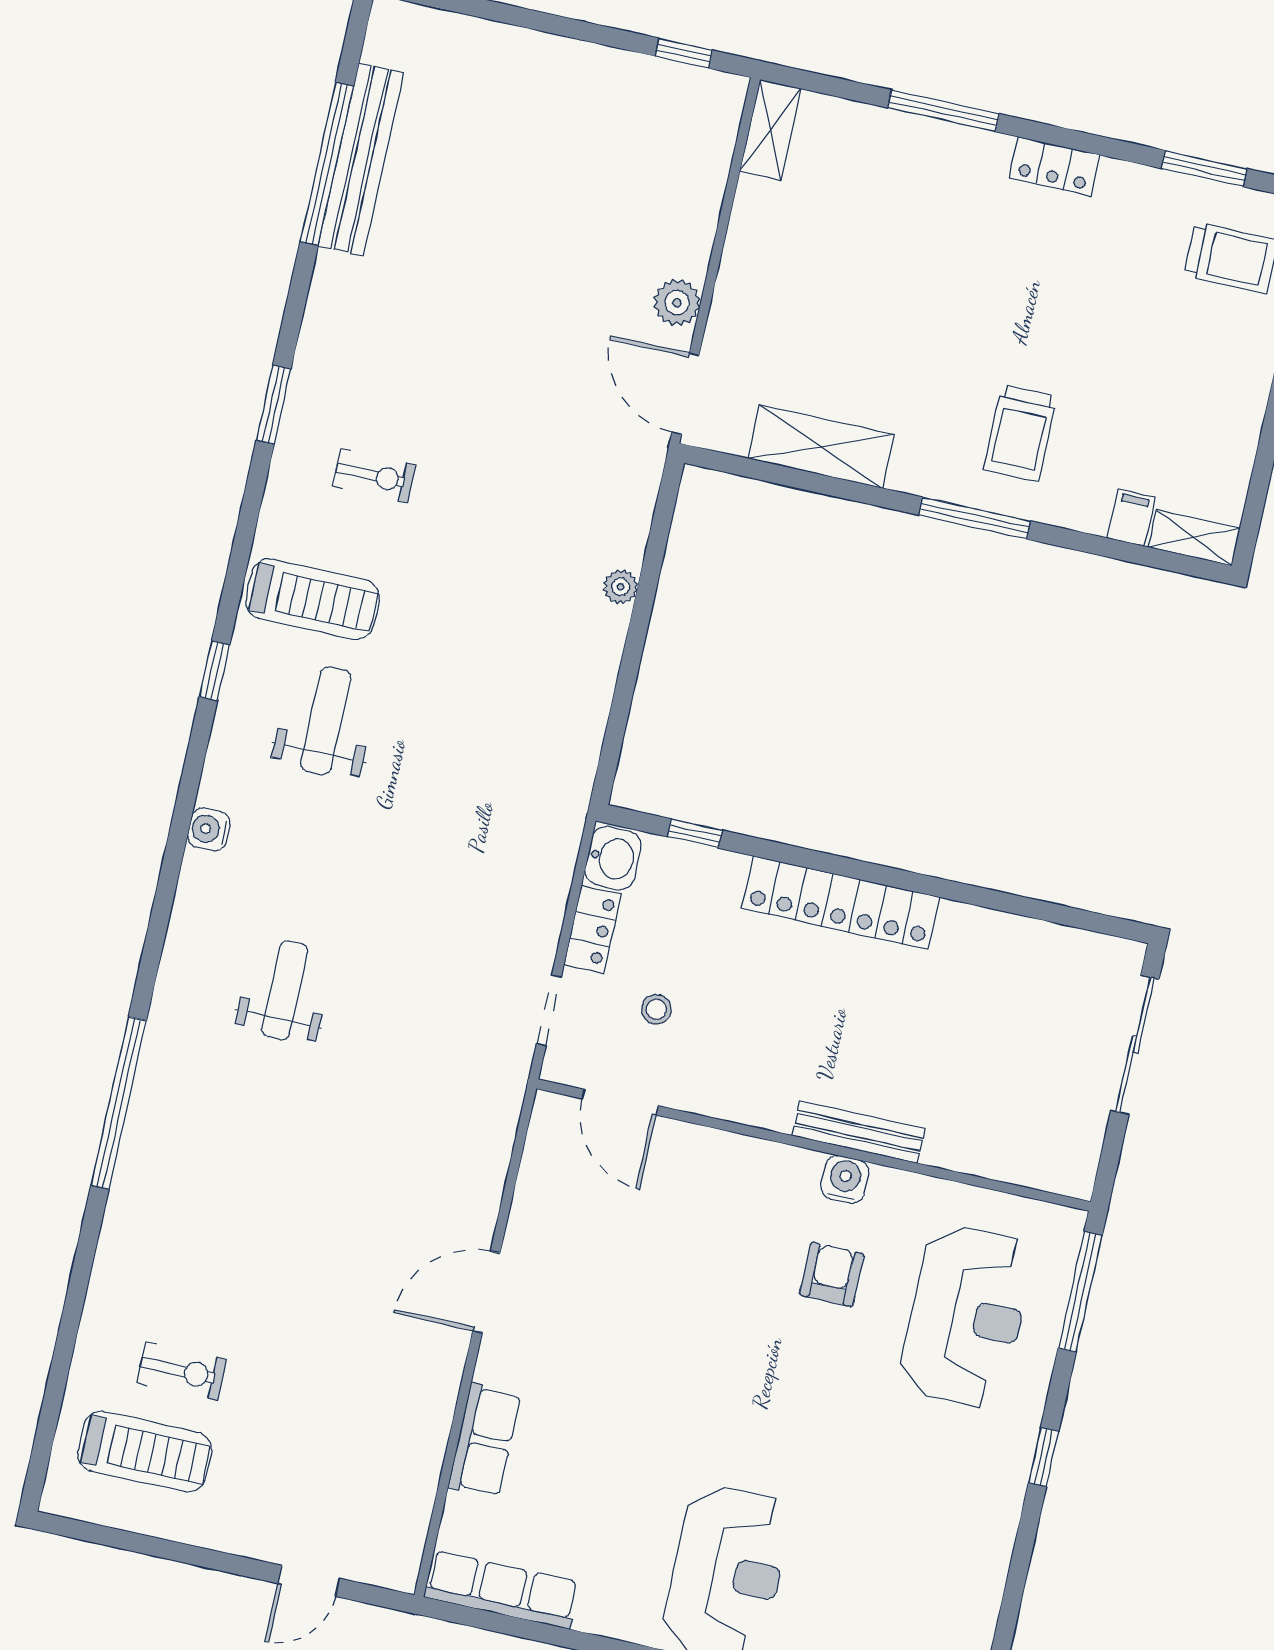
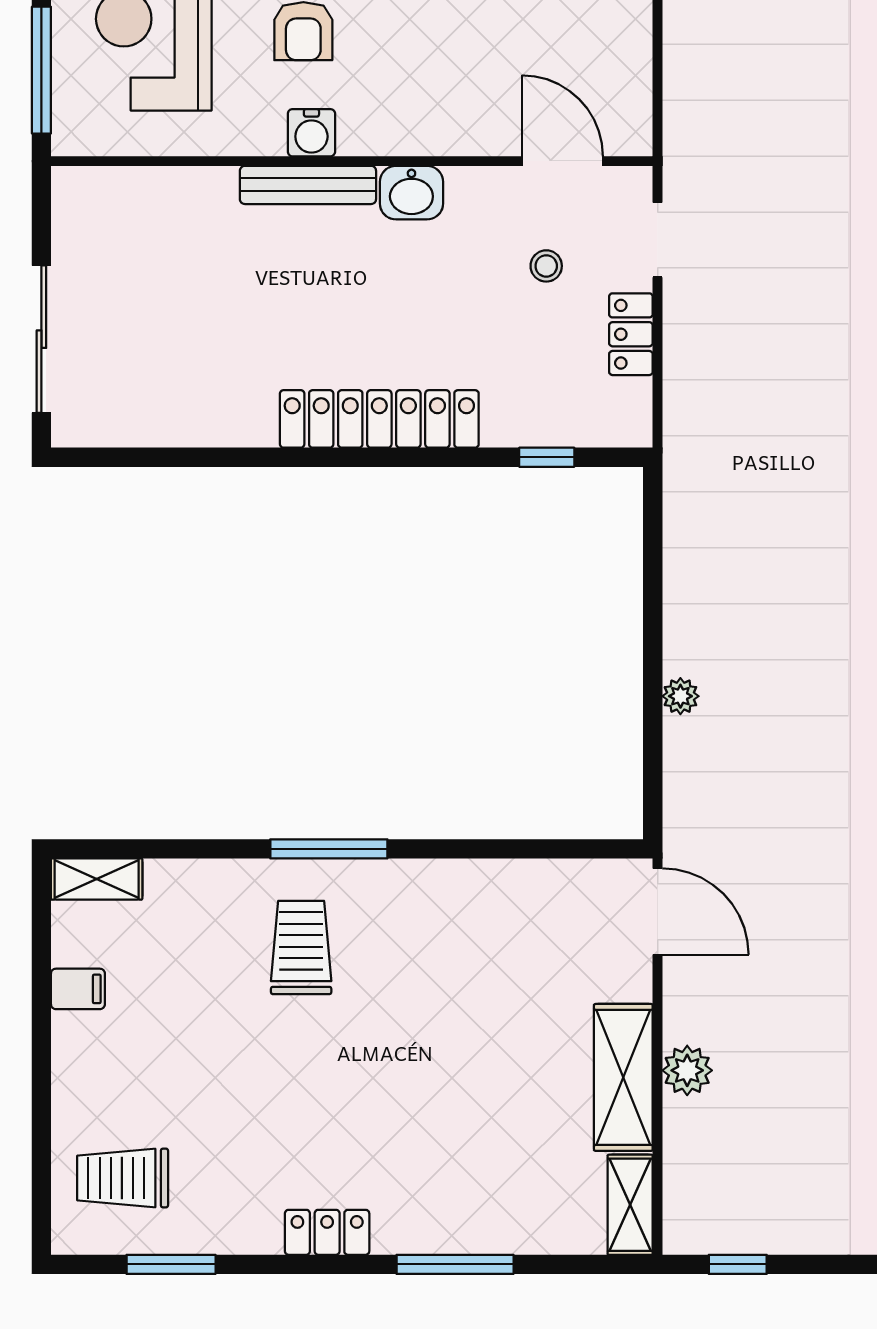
plant: (677, 303) -> (687, 1070), moved
shelving: (821, 446) -> (623, 1077), moved, turned 90
filing cabinet: (1131, 518) -> (78, 989), moved, turned -90
washbasin: (613, 858) -> (411, 193), moved, turned -90

